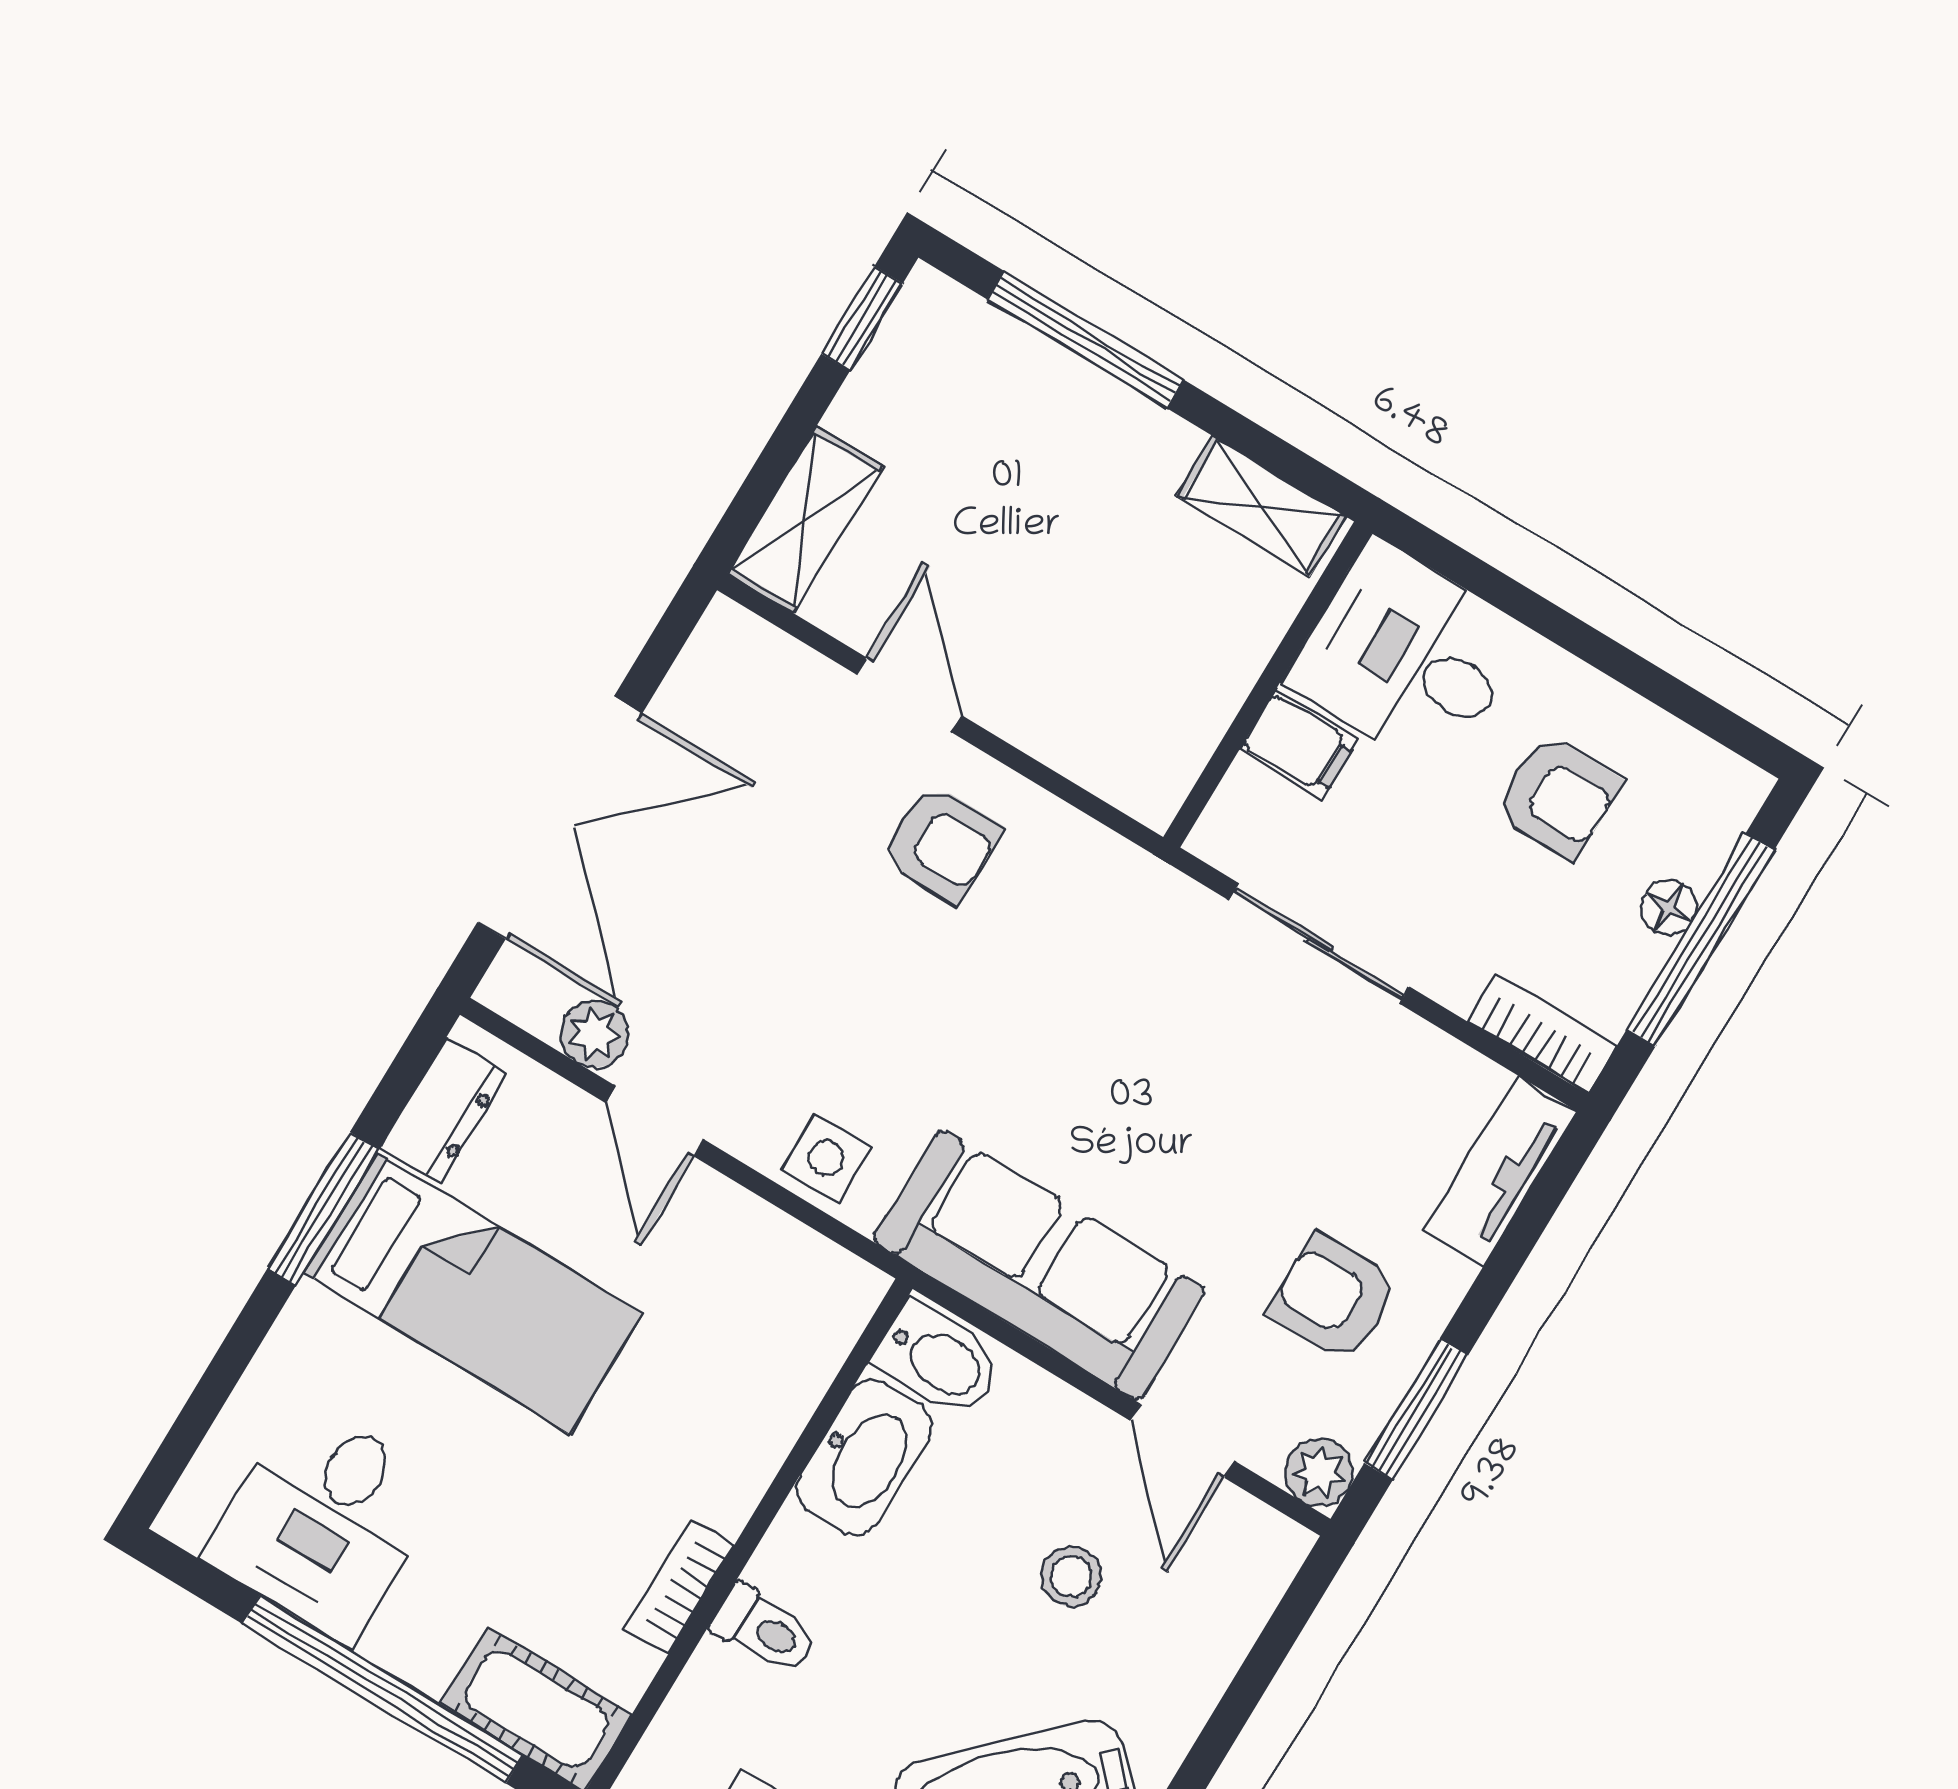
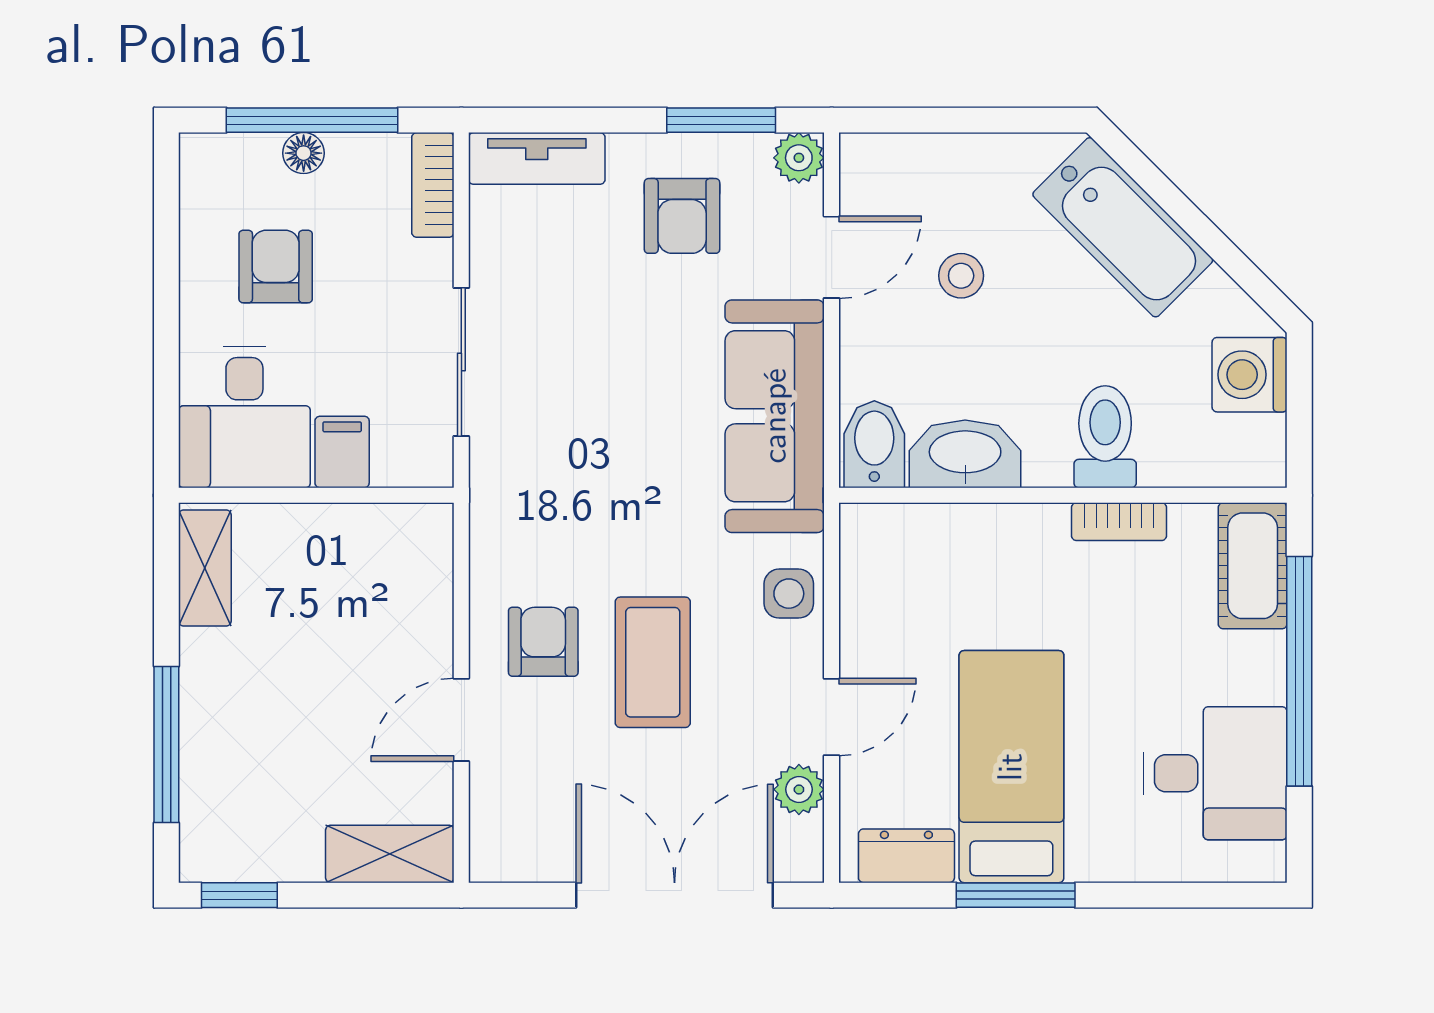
coffee table: (842, 954) -> (653, 662), added
toilet: (764, 1629) -> (1105, 437), width x1.37, depth x1.39

